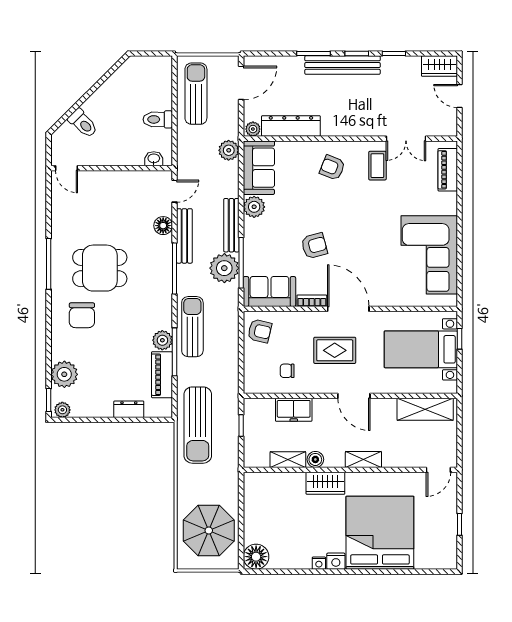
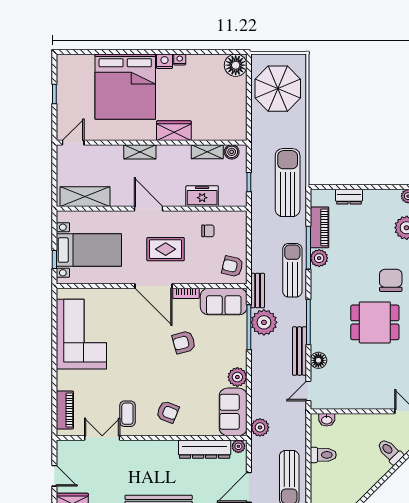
bench: (231, 225) -> (258, 291), moved, width x0.73
sun lounger: (192, 327) -> (292, 270), turned 180
boiler: (315, 459) -> (232, 152), moved

